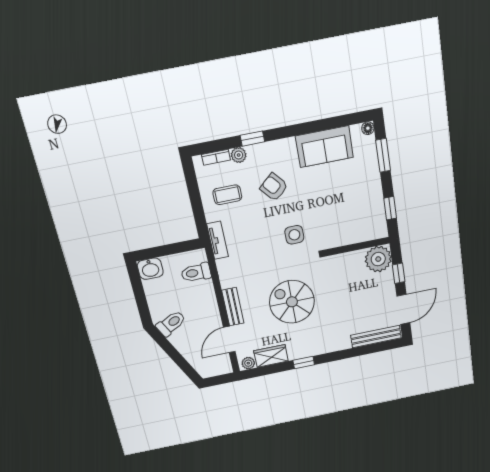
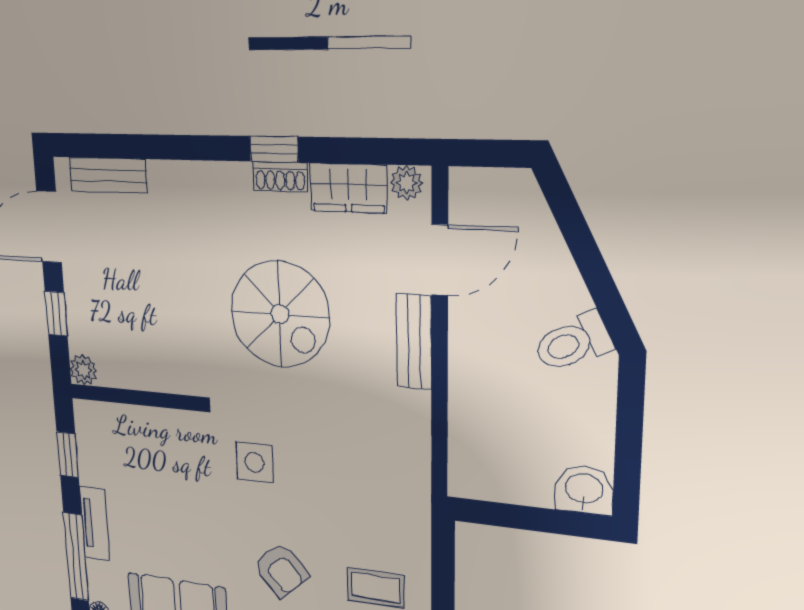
window: (383, 155) -> (76, 557), width x1.44
tv unit: (218, 240) -> (95, 524), moved, turned 180
plant: (378, 259) -> (83, 370), width x0.53, depth x0.53
toilet: (196, 273) -> (480, 448), removed
bench: (376, 337) -> (108, 175), width x0.73
shoe rack: (300, 353) -> (280, 177), added

